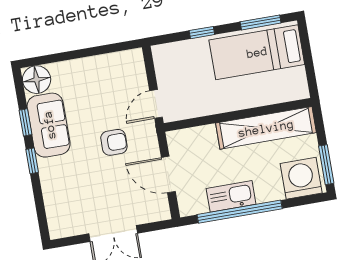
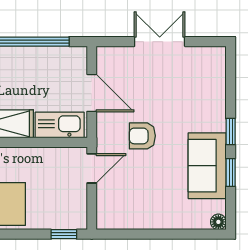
window: (202, 33) -> (64, 234), moved
floor lamp: (37, 80) -> (218, 222), width x0.53, depth x0.53
kitchen sink: (231, 196) -> (60, 125), moved, turned 180

